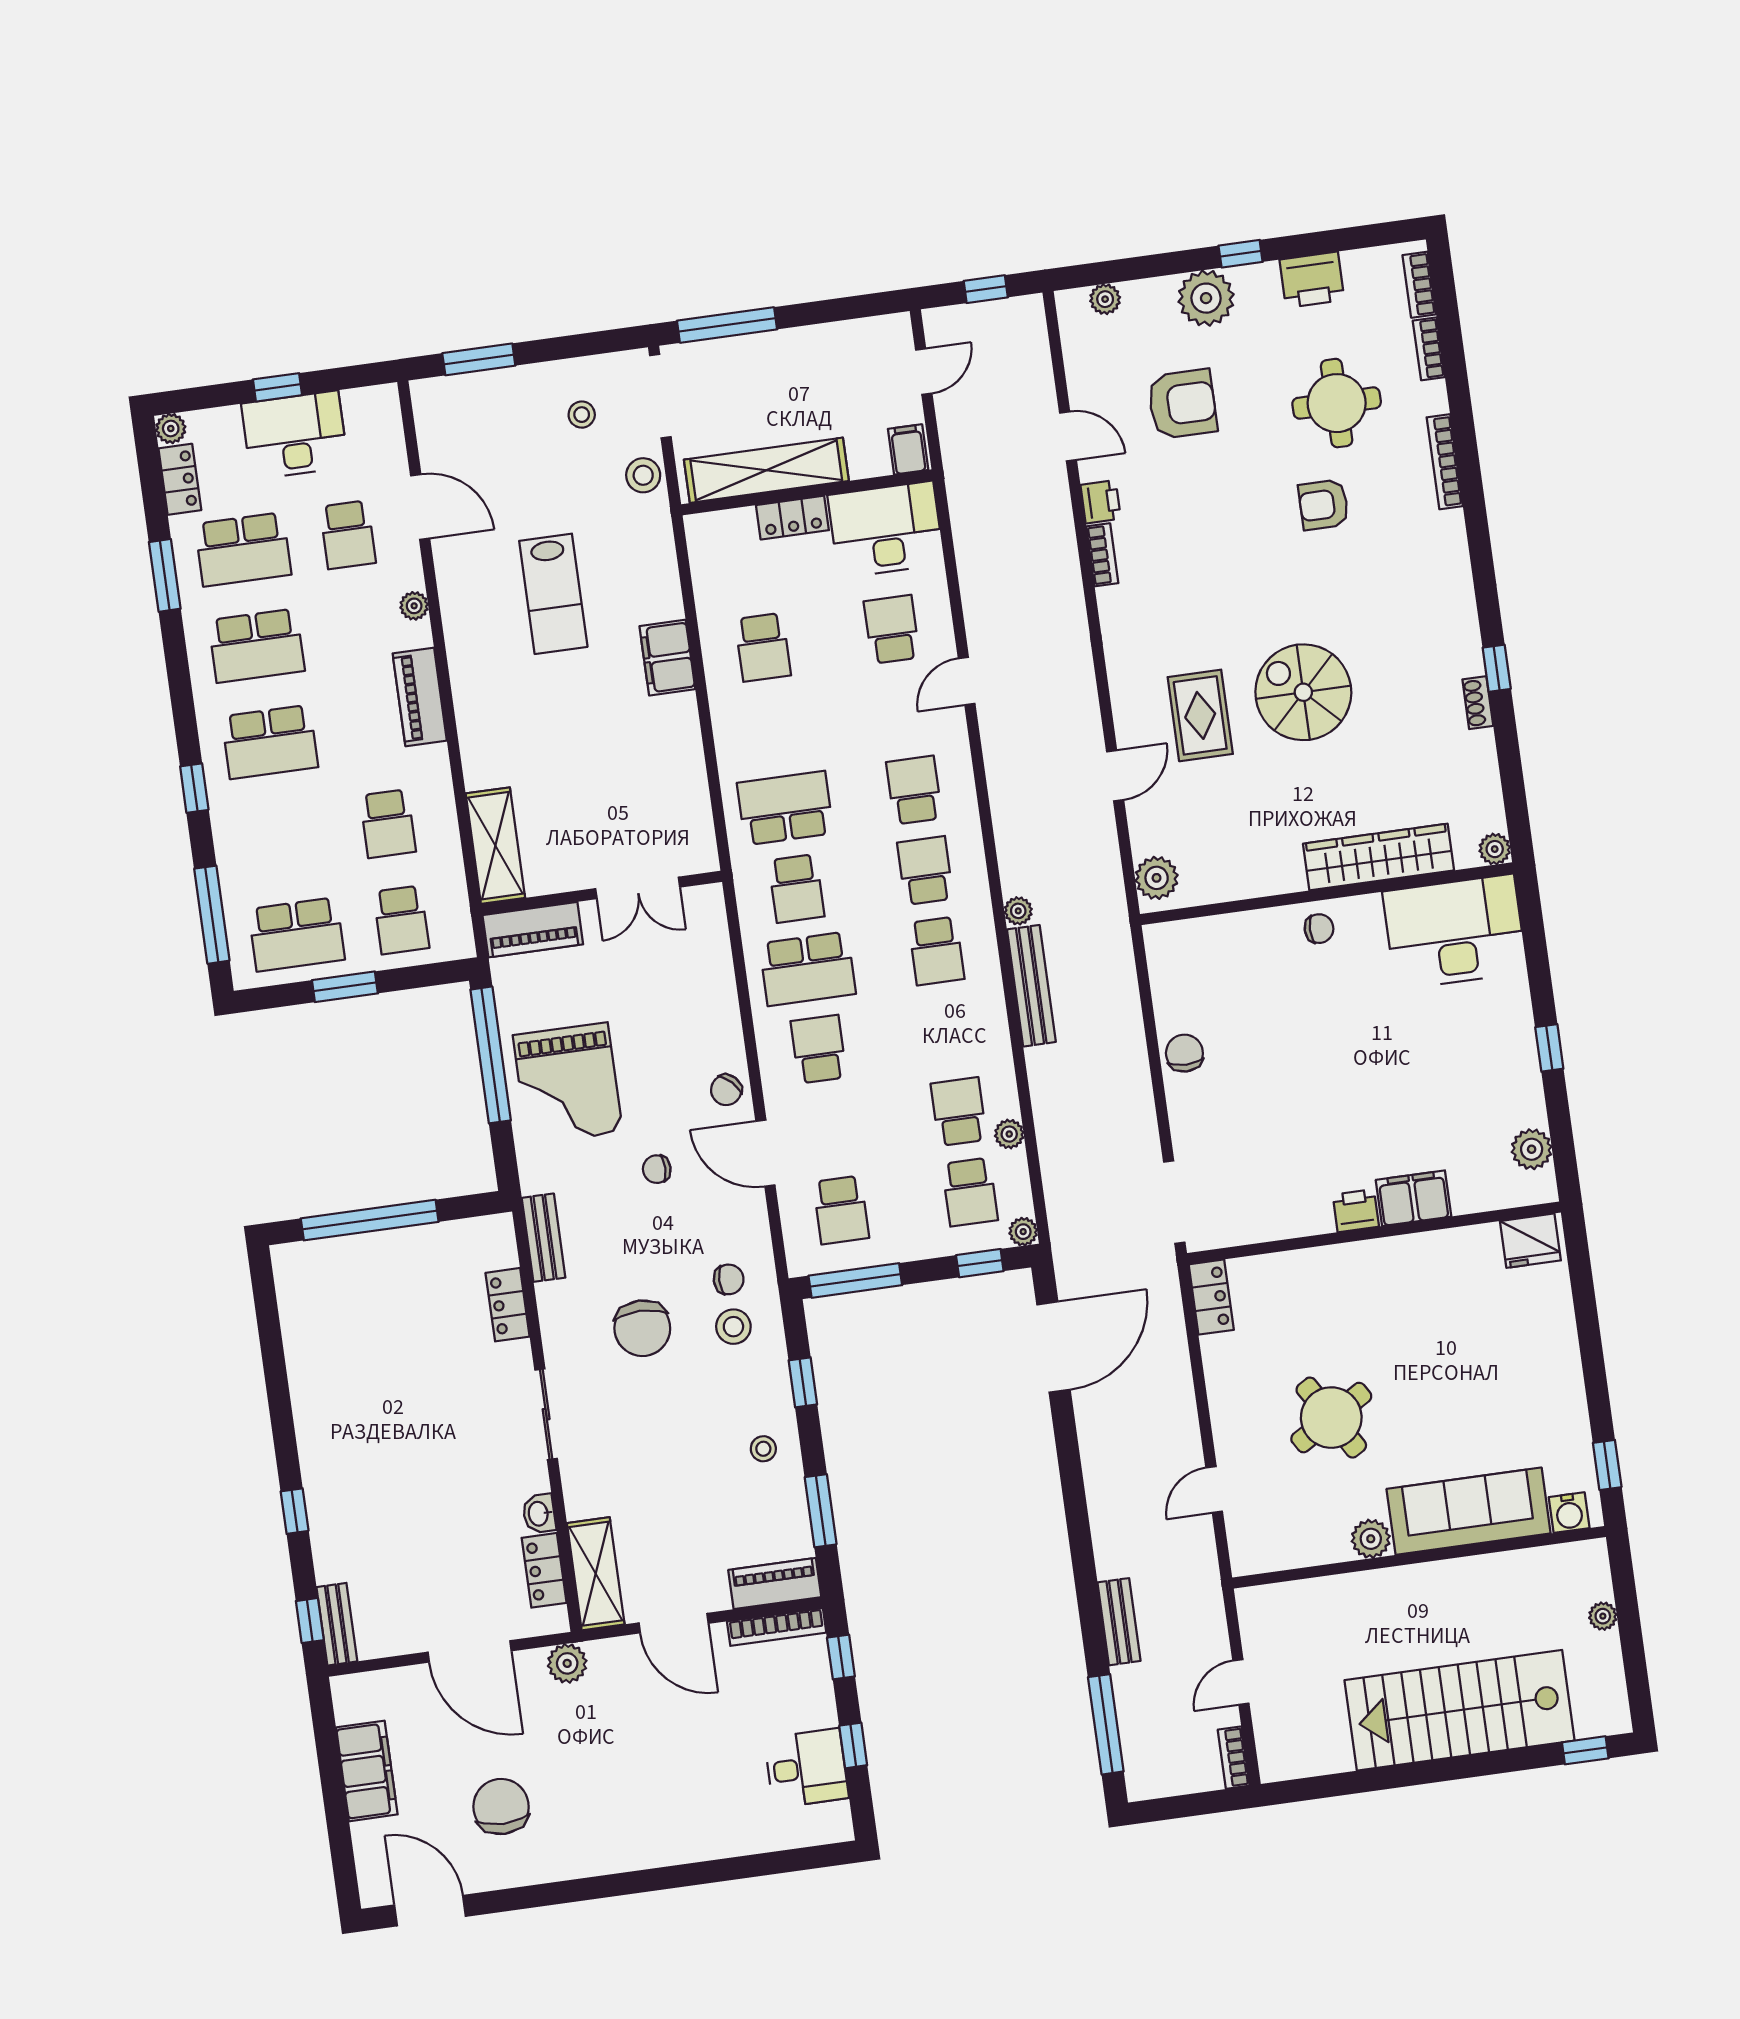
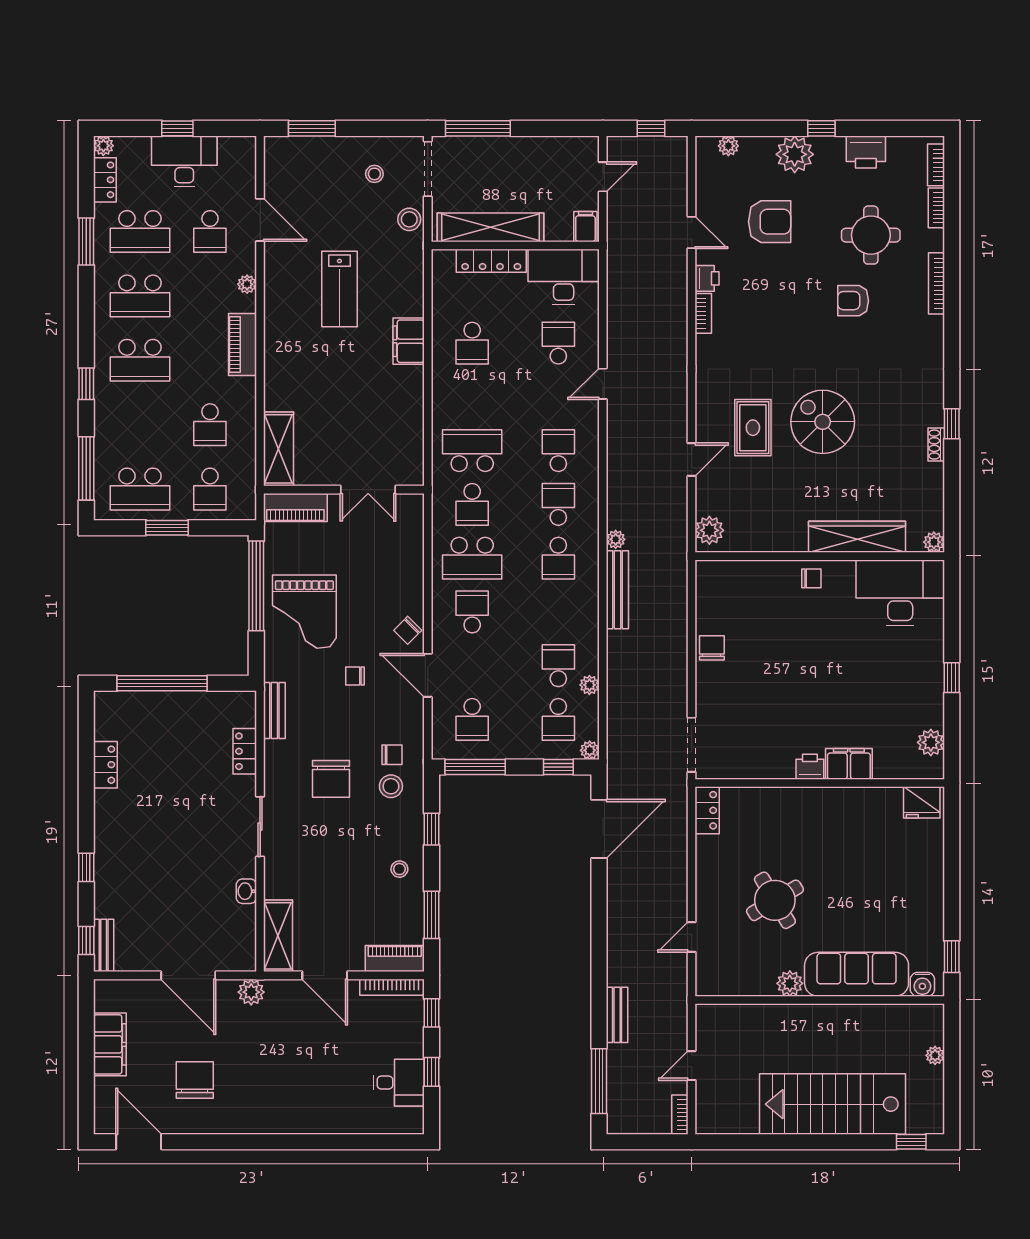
locker: (792, 518) -> (491, 261), width x1.53
locker: (544, 1570) -> (105, 765), moved, turned 180

